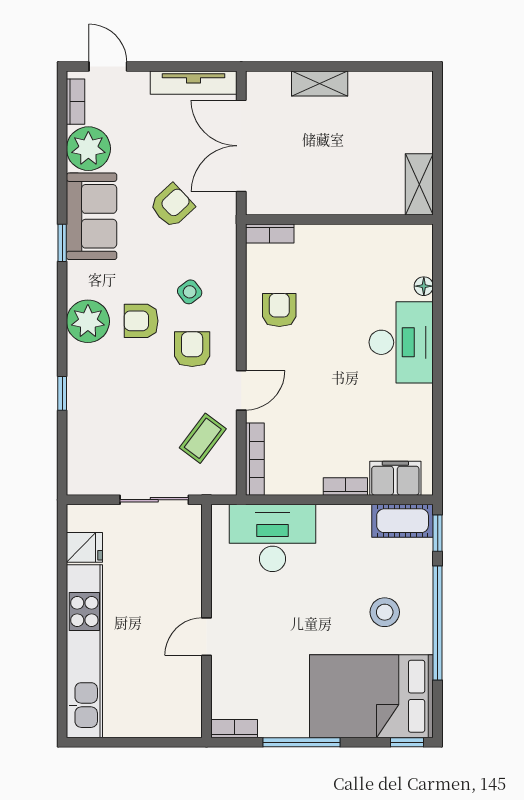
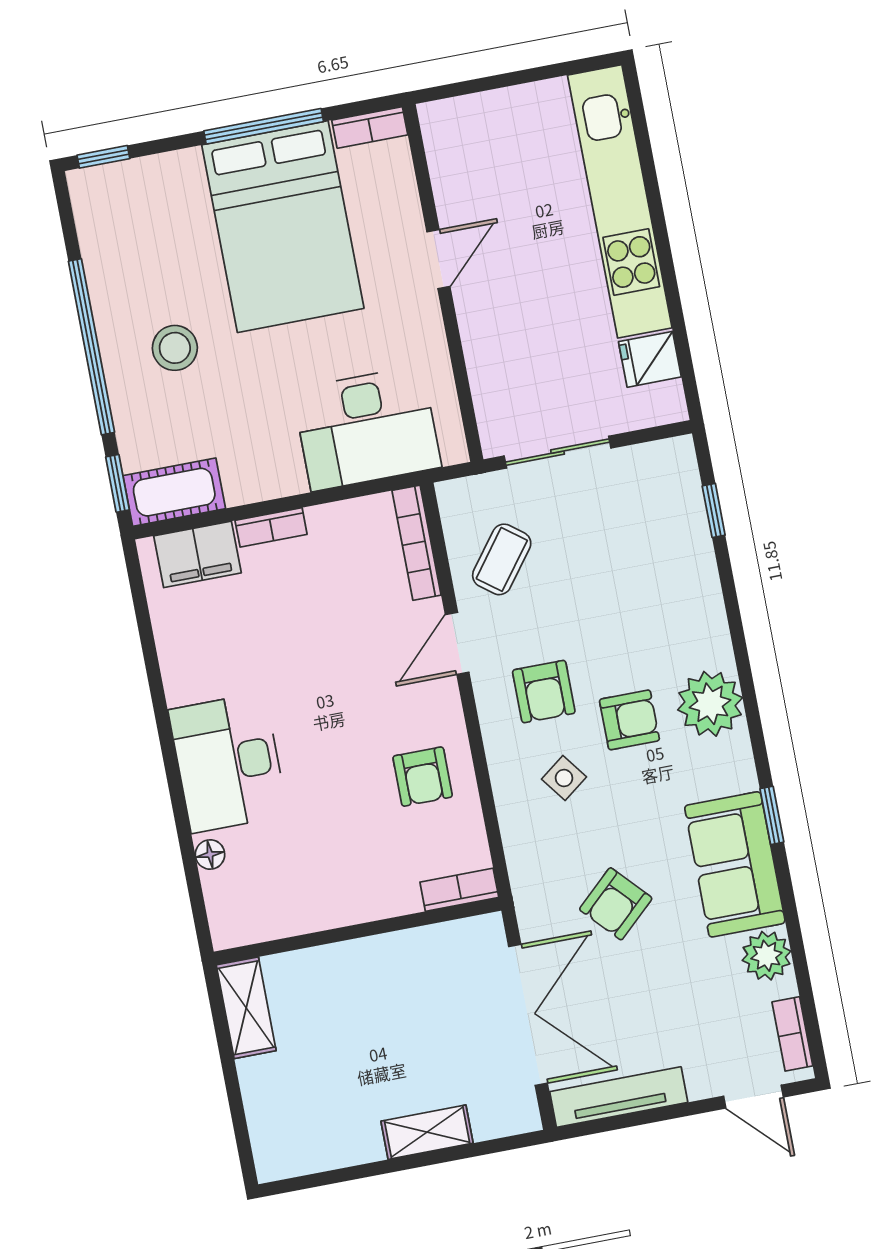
plant: (88, 149) -> (766, 956), width x0.73, depth x0.73
window: (62, 393) -> (714, 510), moved
bed: (371, 696) -> (283, 227), moved, turned 90

